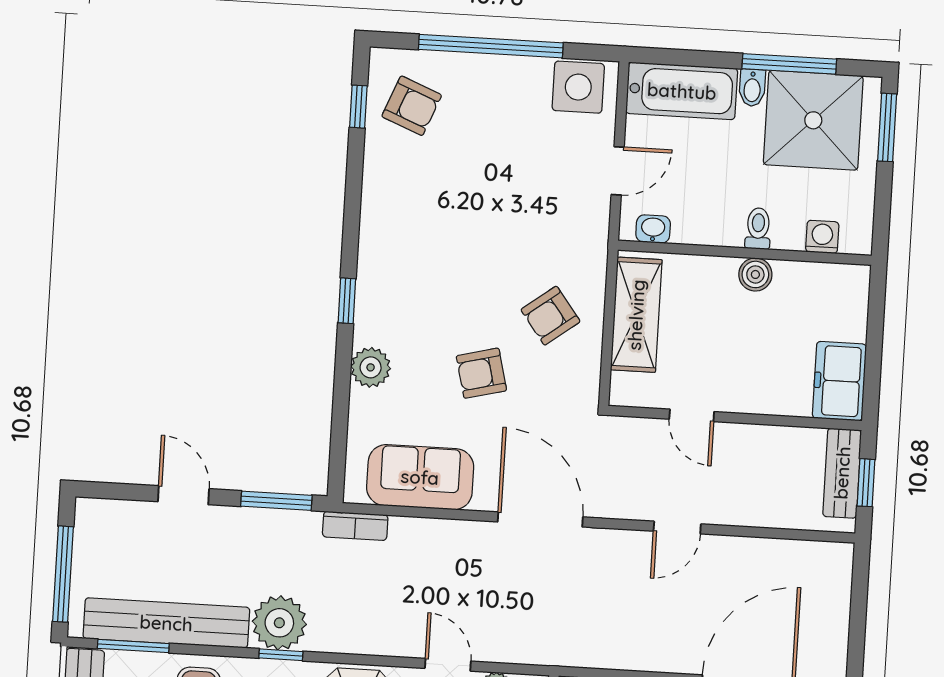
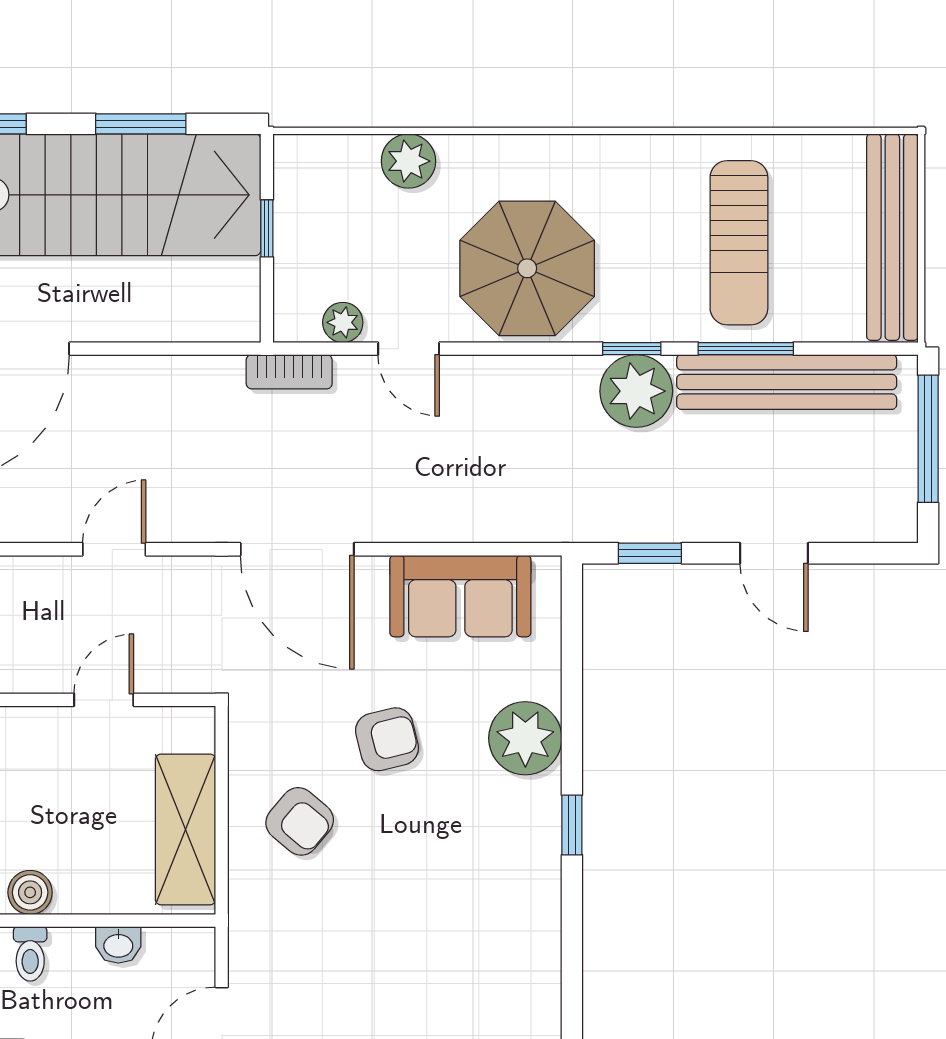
washbasin: (653, 229) -> (118, 945), moved
armchair: (550, 316) -> (300, 821), turned 77
plant: (371, 367) -> (525, 738), width x1.36, depth x1.36
door: (692, 415) -> (104, 700), hinge flipped
window: (276, 501) -> (650, 553), width x0.67
bookcase: (355, 526) -> (289, 372), moved, turned 180
window: (133, 646) -> (746, 349), moved

